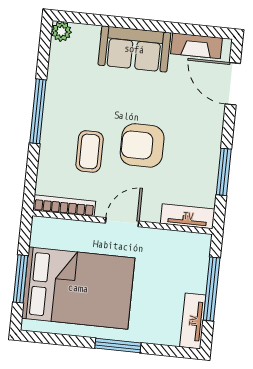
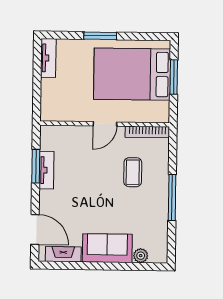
plant: (61, 31) -> (141, 256), moved
armchair: (142, 145) -> (96, 180), removed
tv unit: (188, 216) -> (47, 170), moved, turned -90
window: (212, 289) -> (37, 82), removed

